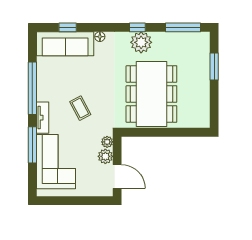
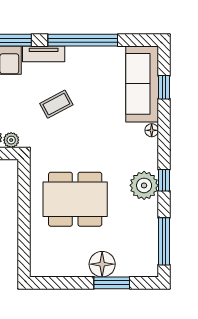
floor lamp: (200, 74) -> (102, 264), added
dining table: (151, 94) -> (75, 199), width x0.73, depth x0.80

